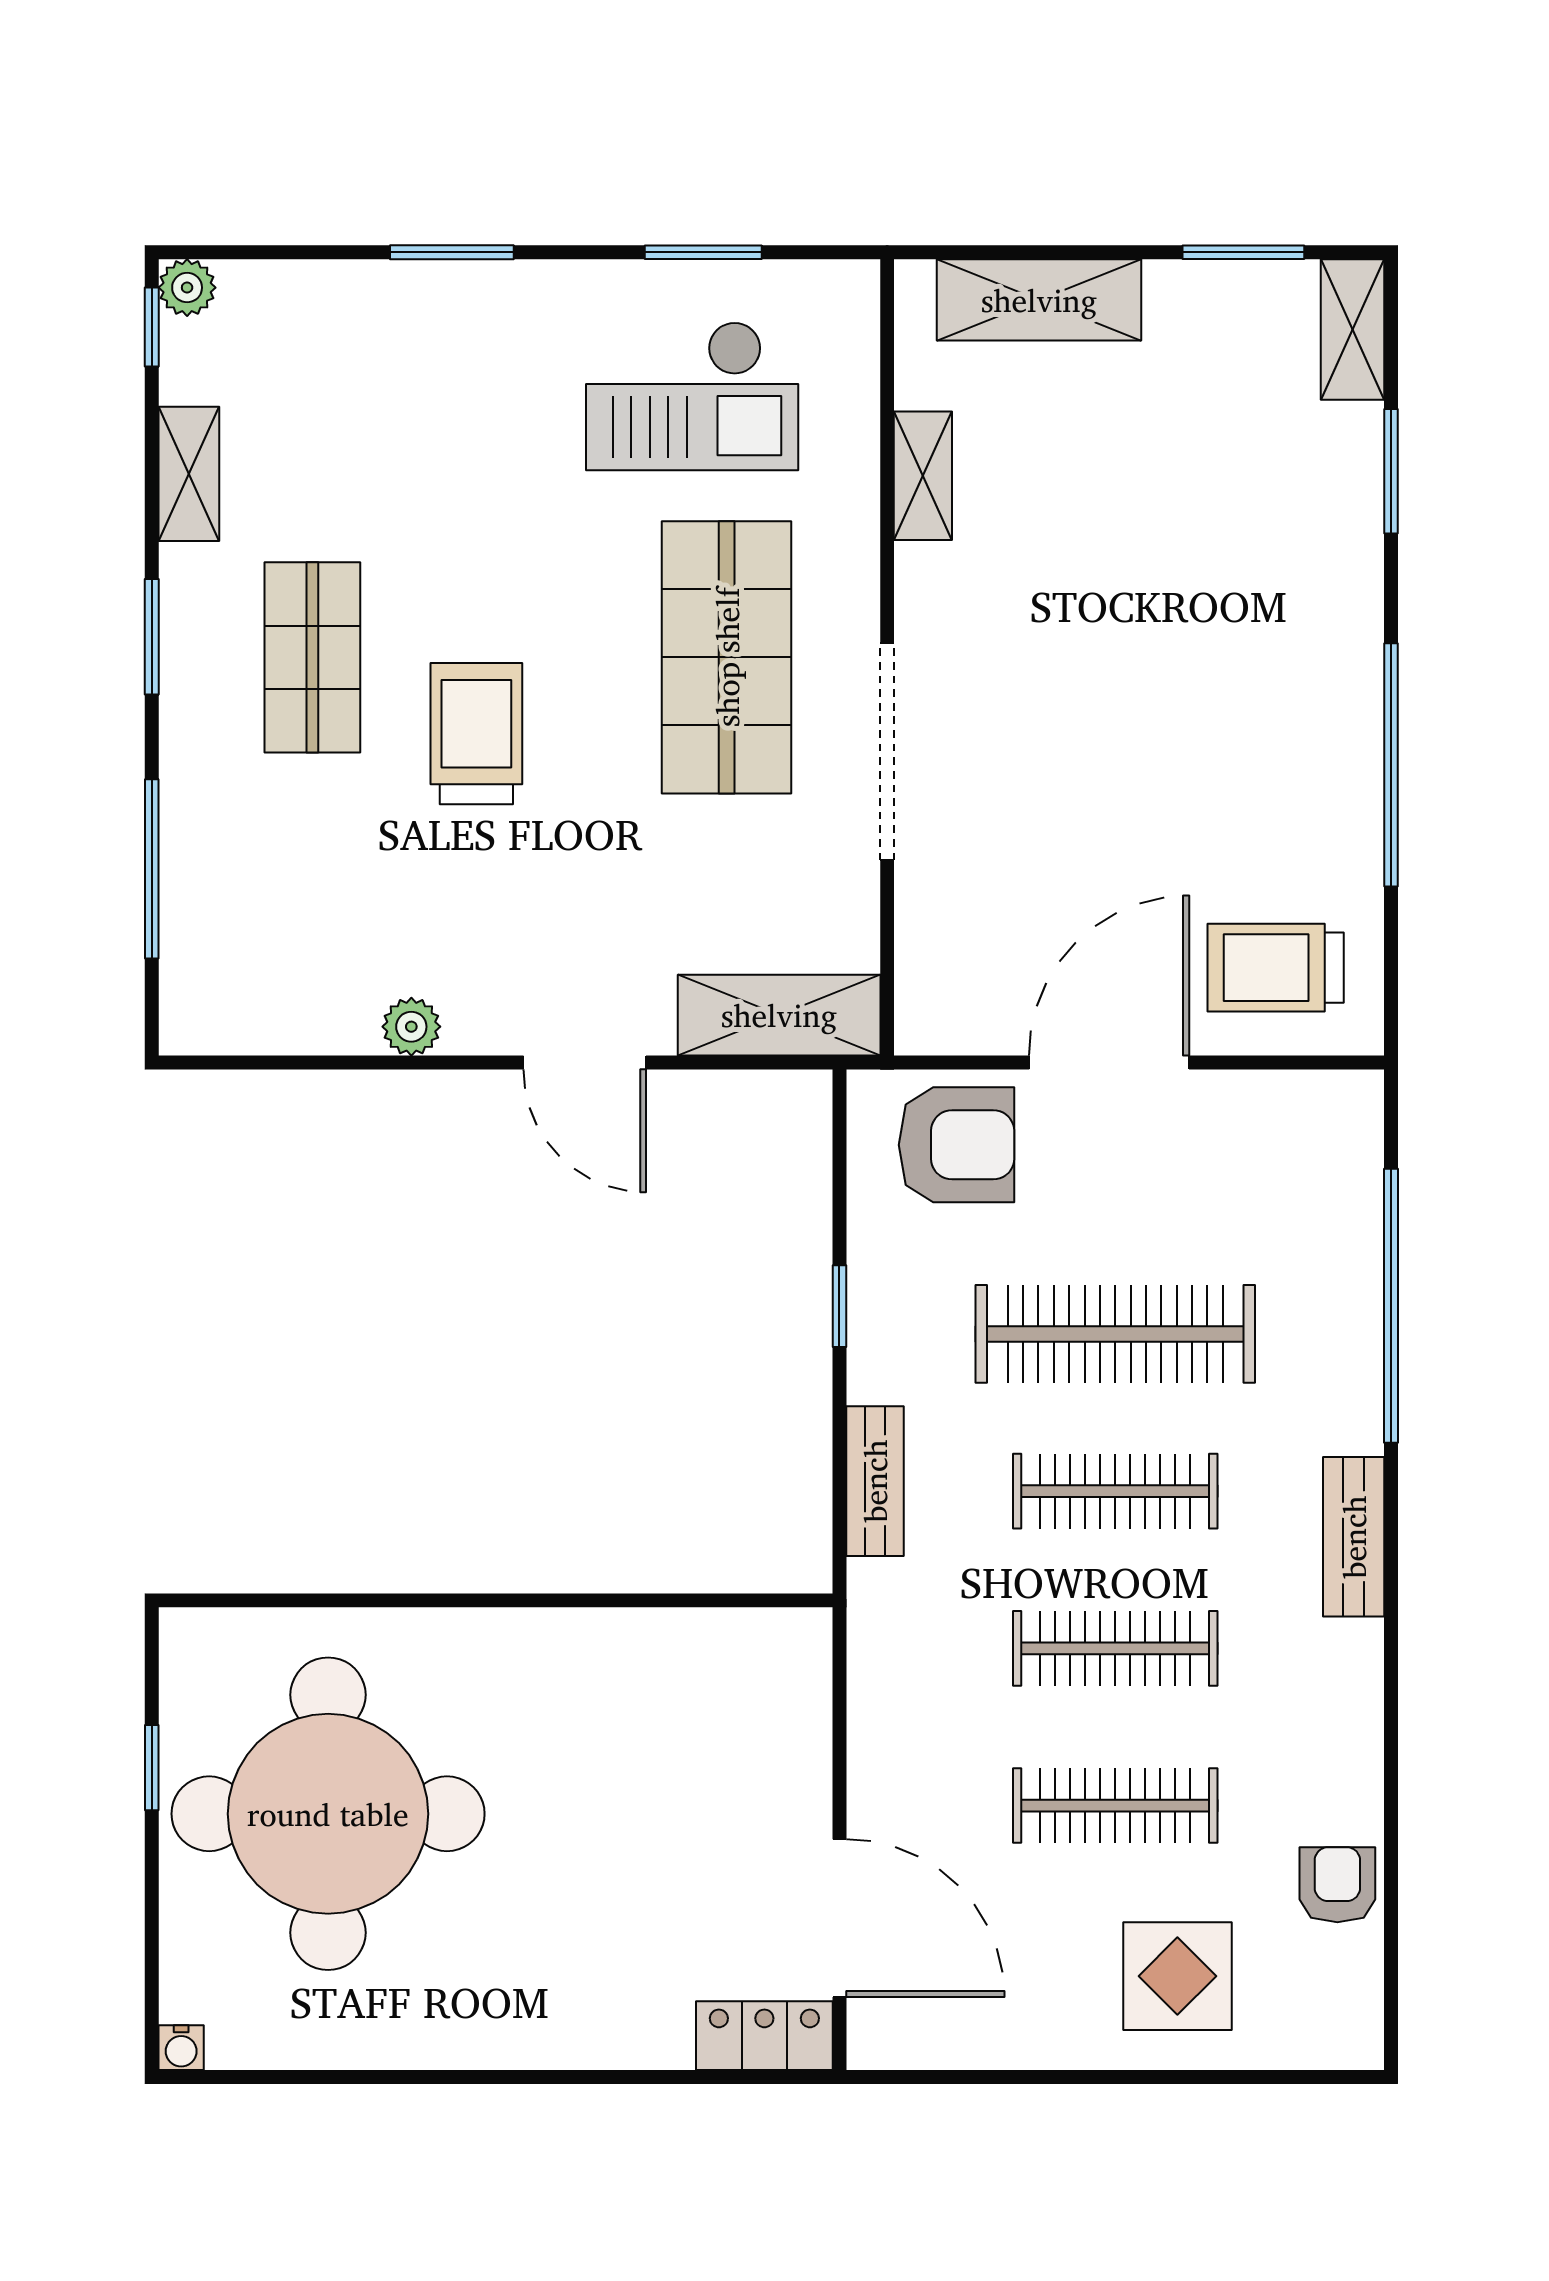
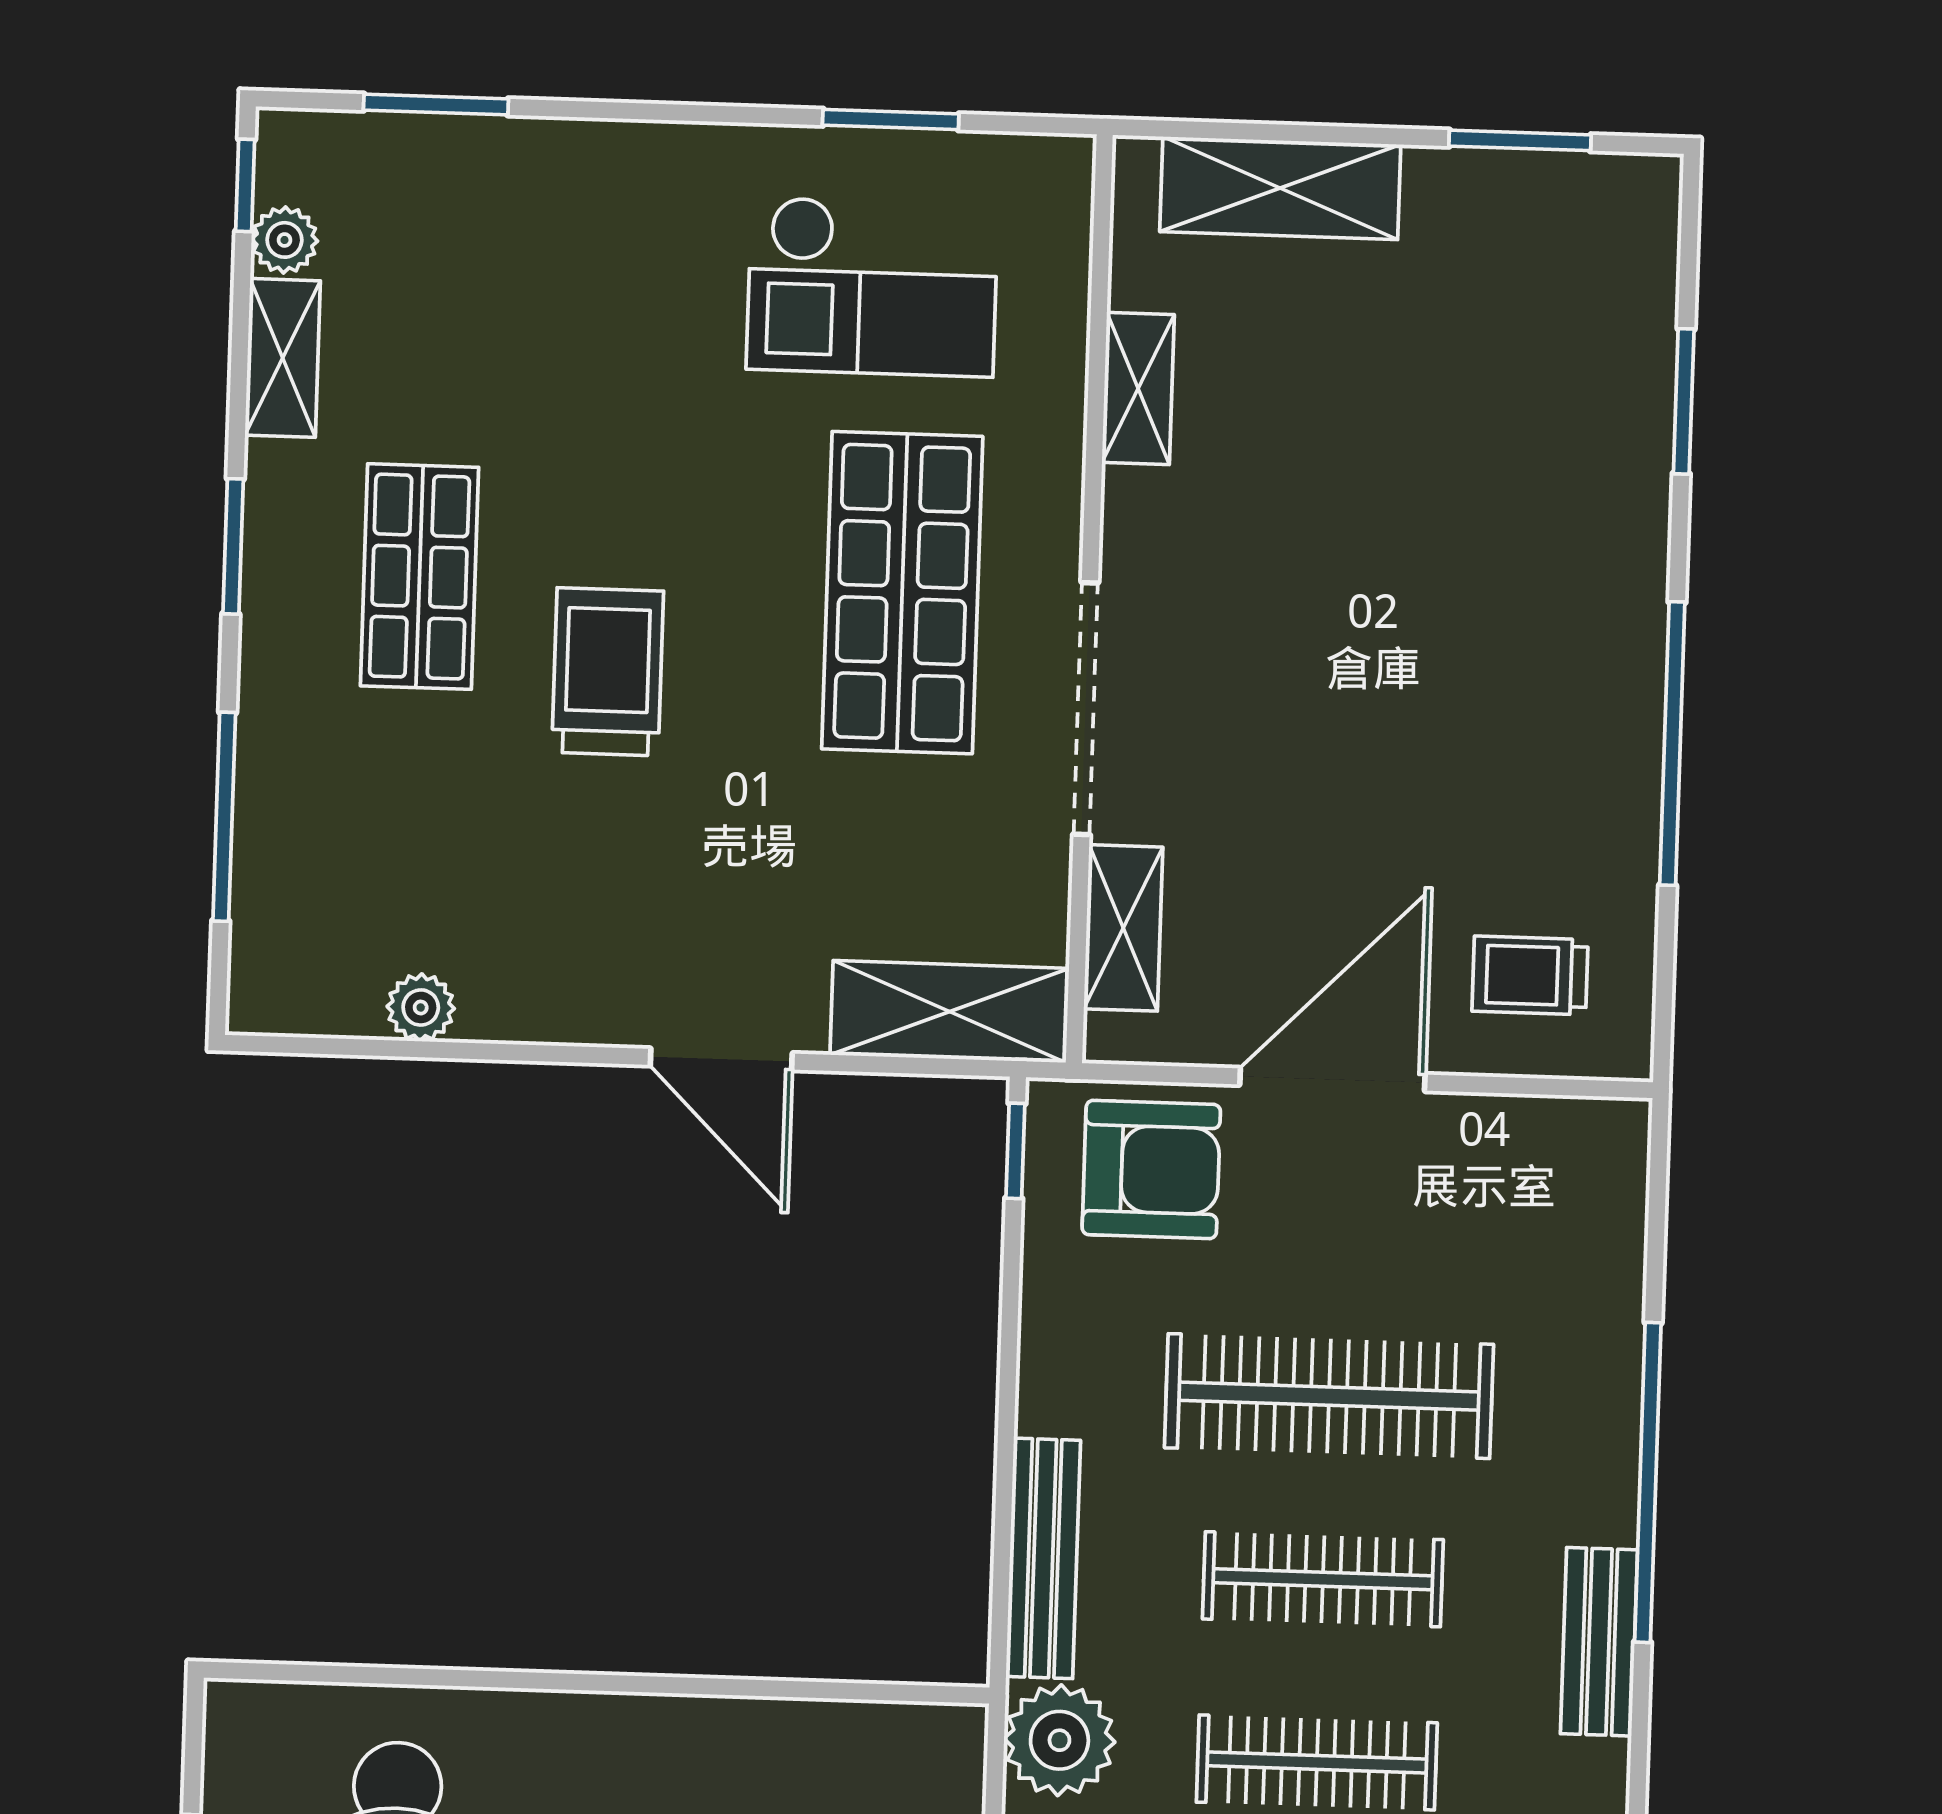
window: (452, 252) -> (436, 104), moved
plant: (187, 288) -> (284, 240), moved
shelving: (1352, 329) -> (1123, 928), moved
trolley: (1276, 968) -> (1530, 975), width x0.73, depth x0.72
plant: (411, 1027) -> (421, 1007), moved
window: (839, 1306) -> (1015, 1151), moved
window: (1391, 1306) -> (1648, 1482), moved
bench: (875, 1481) -> (1043, 1558), width x1.36
plant: (894, 1637) -> (1059, 1740), added

